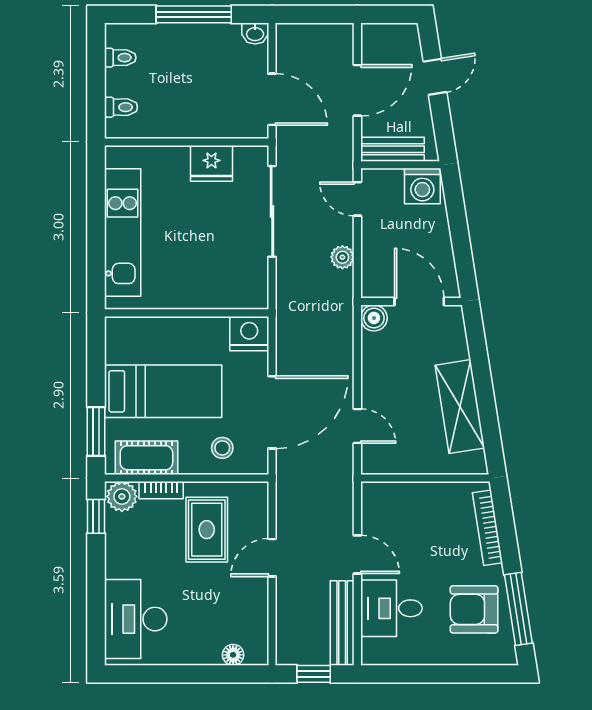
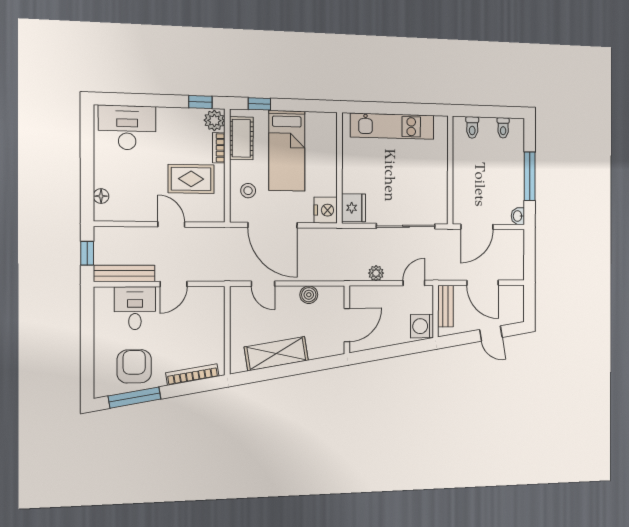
fridge: (211, 163) -> (354, 208), moved, turned 180
boiler: (374, 318) -> (309, 295), moved
door: (357, 426) -> (263, 284), hinge flipped
window: (96, 432) -> (259, 104), width x0.67

